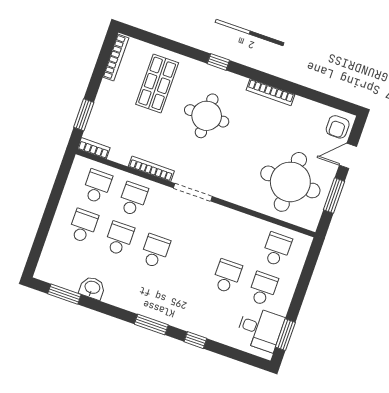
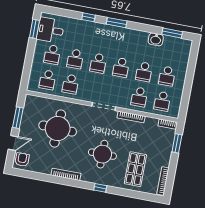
round table: (290, 182) -> (58, 128), moved
school desk: (241, 237) -> (70, 84), added
school desk: (191, 264) -> (98, 63), added

